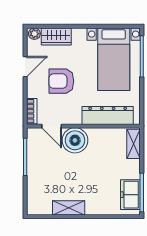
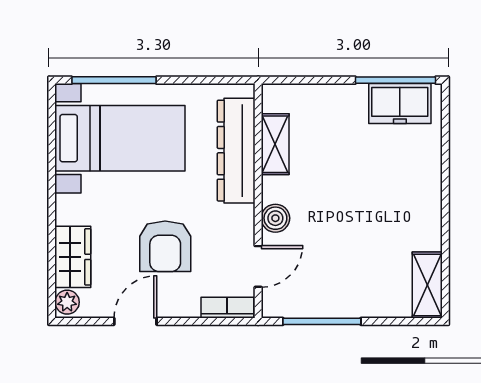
door: (25, 67) -> (135, 321), hinge flipped
boiler: (75, 140) -> (275, 218), width x0.54, depth x0.54
shelving: (134, 144) -> (275, 144), moved, turned 90
shelving: (69, 208) -> (427, 285), moved

